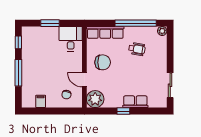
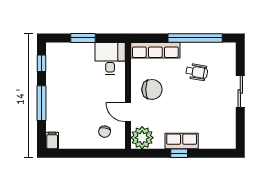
plant: (162, 31) -> (230, 48), removed
sliding door: (170, 85) -> (240, 92), moved
filing cabinet: (41, 101) -> (52, 141), moved
row of seats: (135, 102) -> (182, 141), moved

